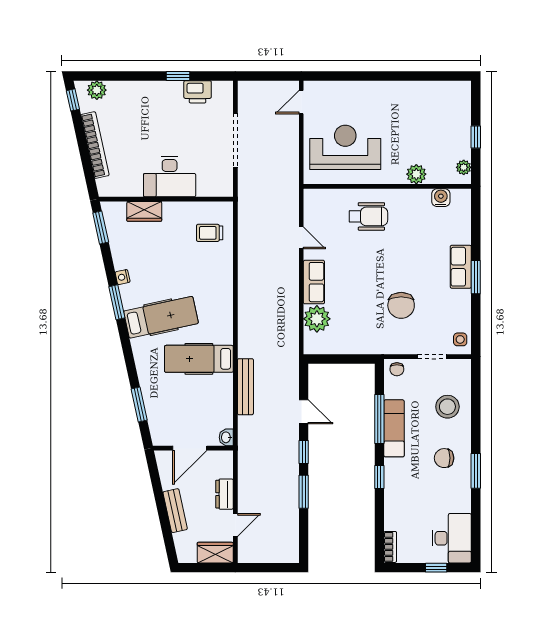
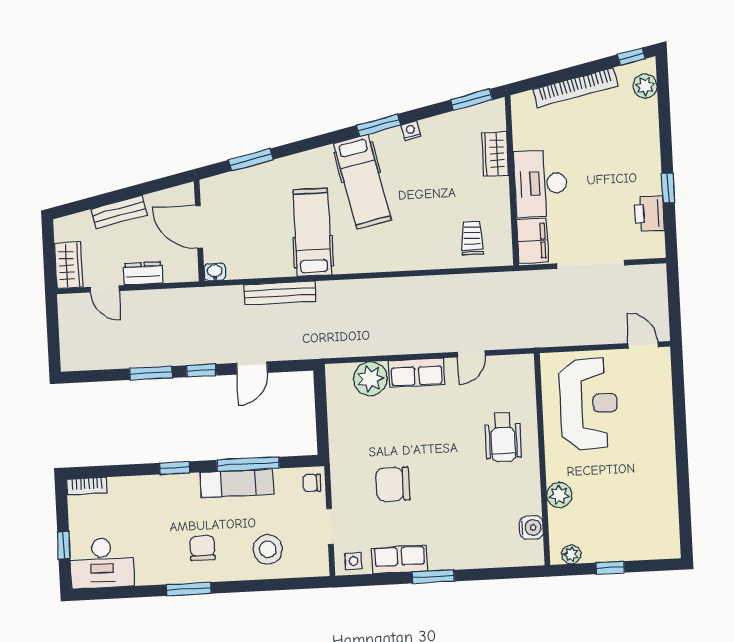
filing cabinet: (215, 185) -> (532, 241), added
row of seats: (461, 267) -> (400, 559), moved

